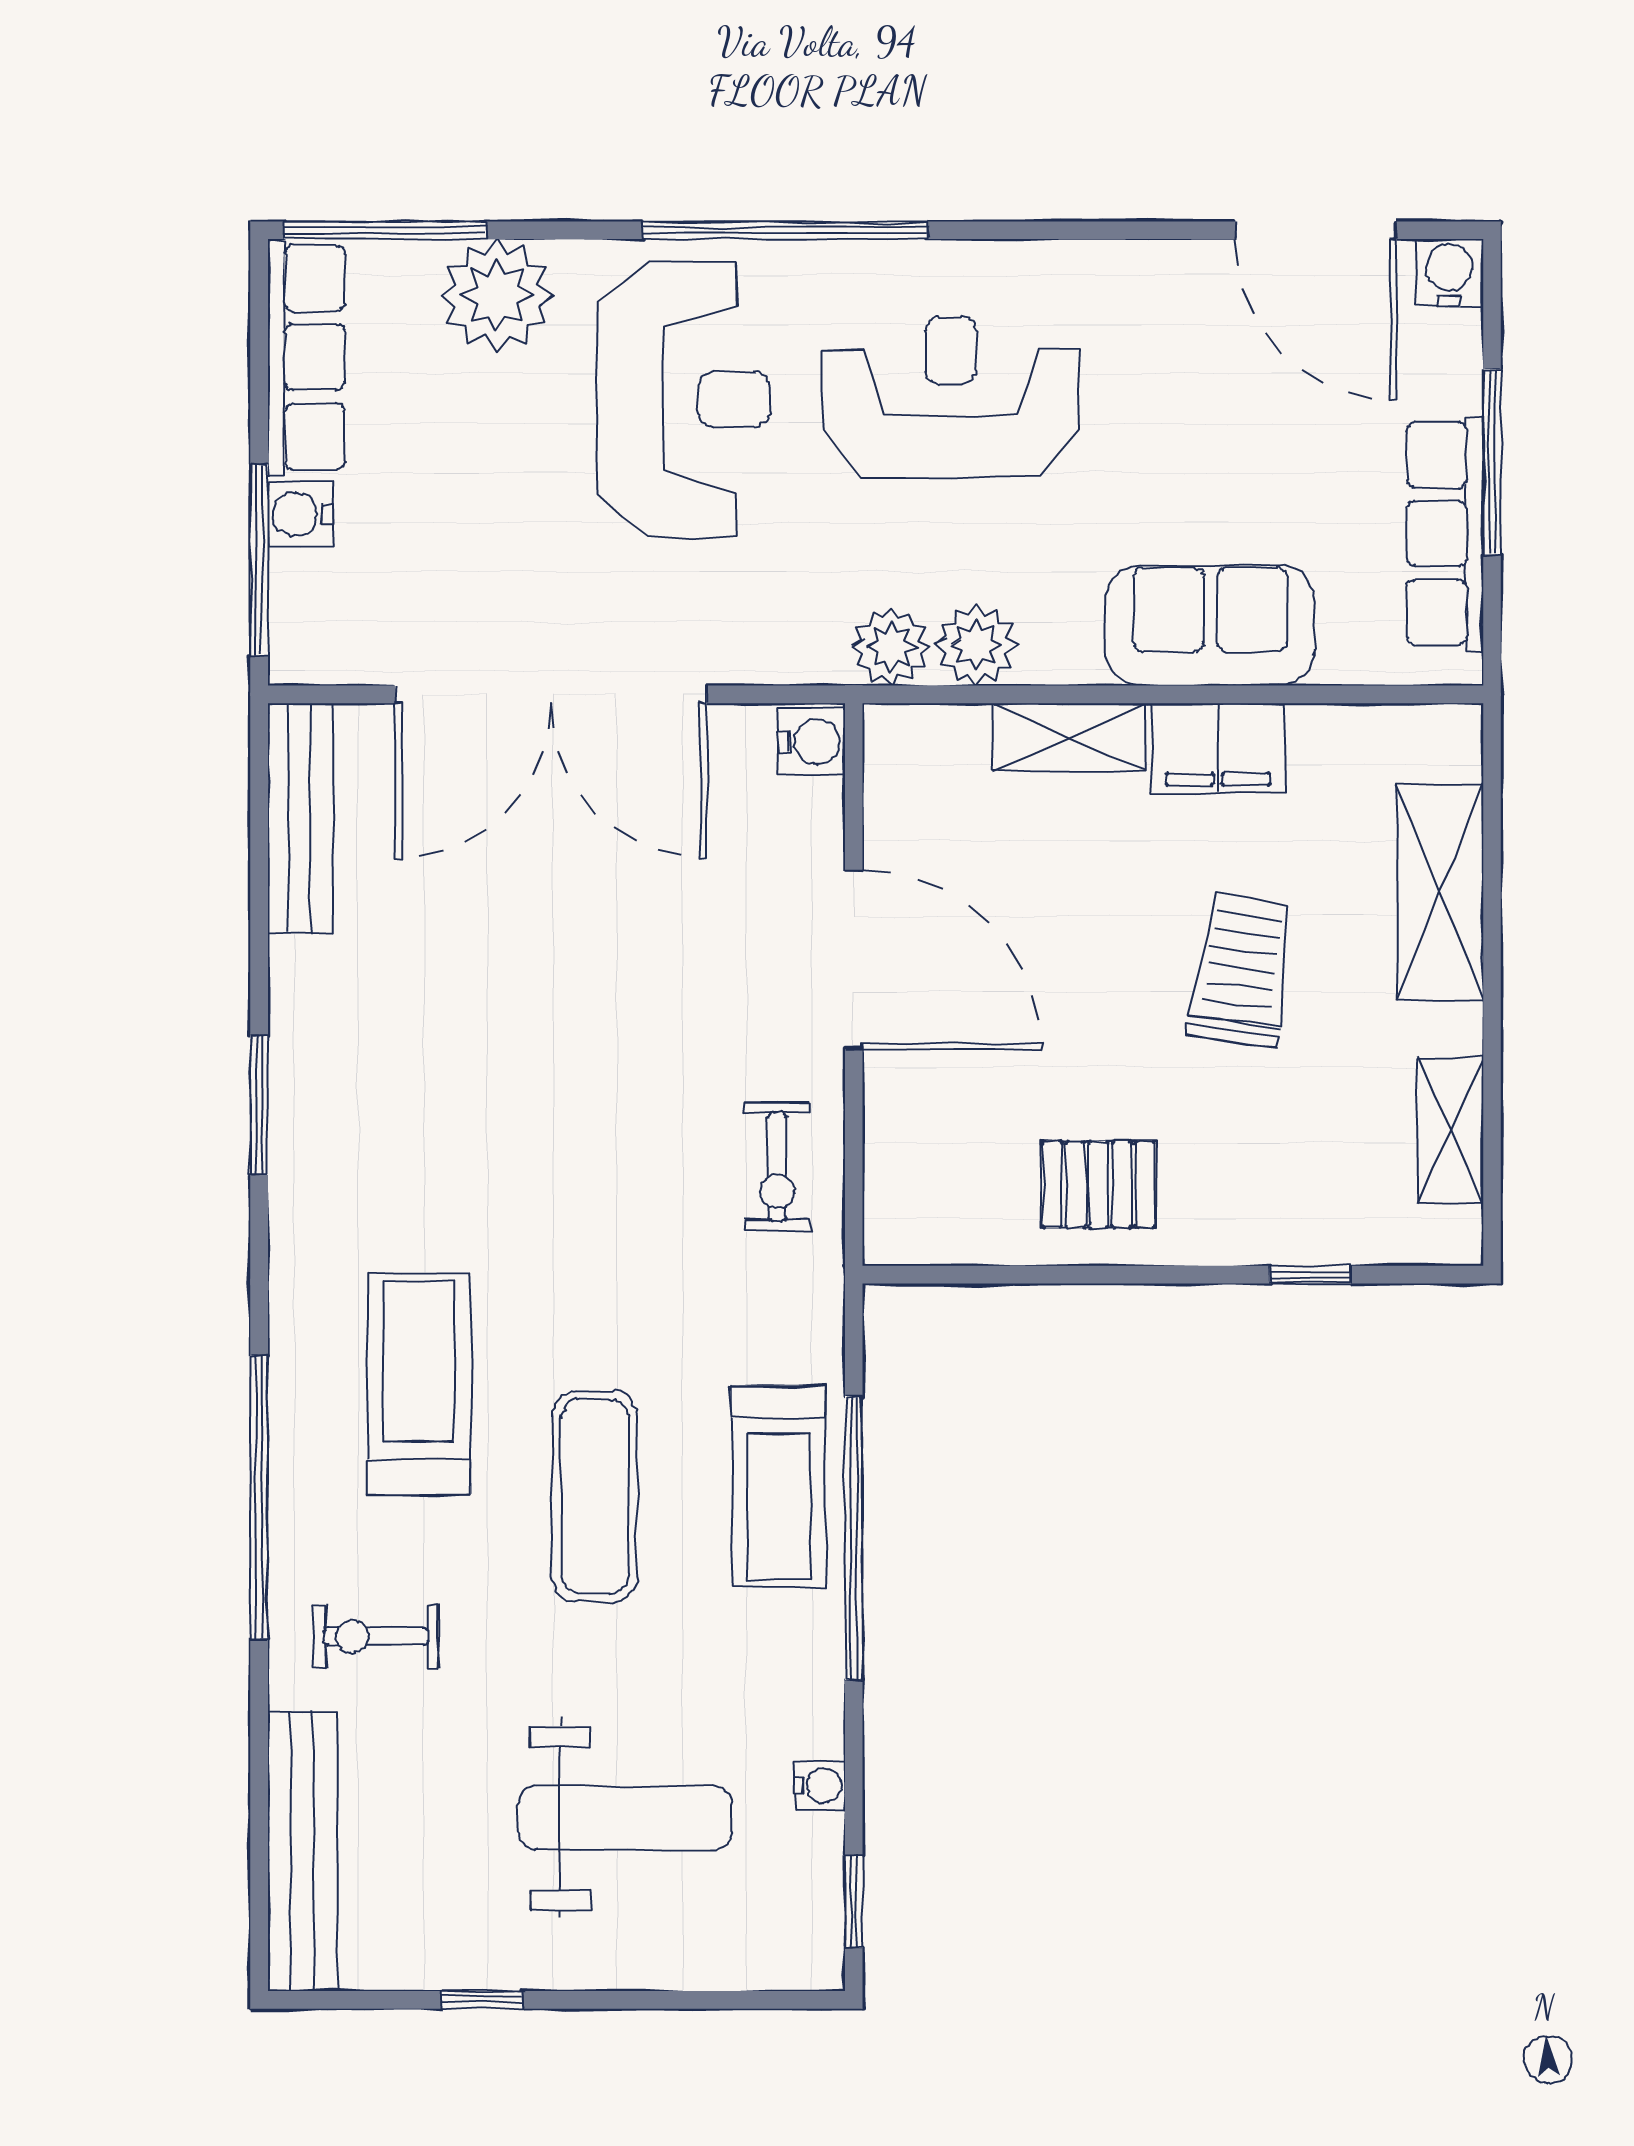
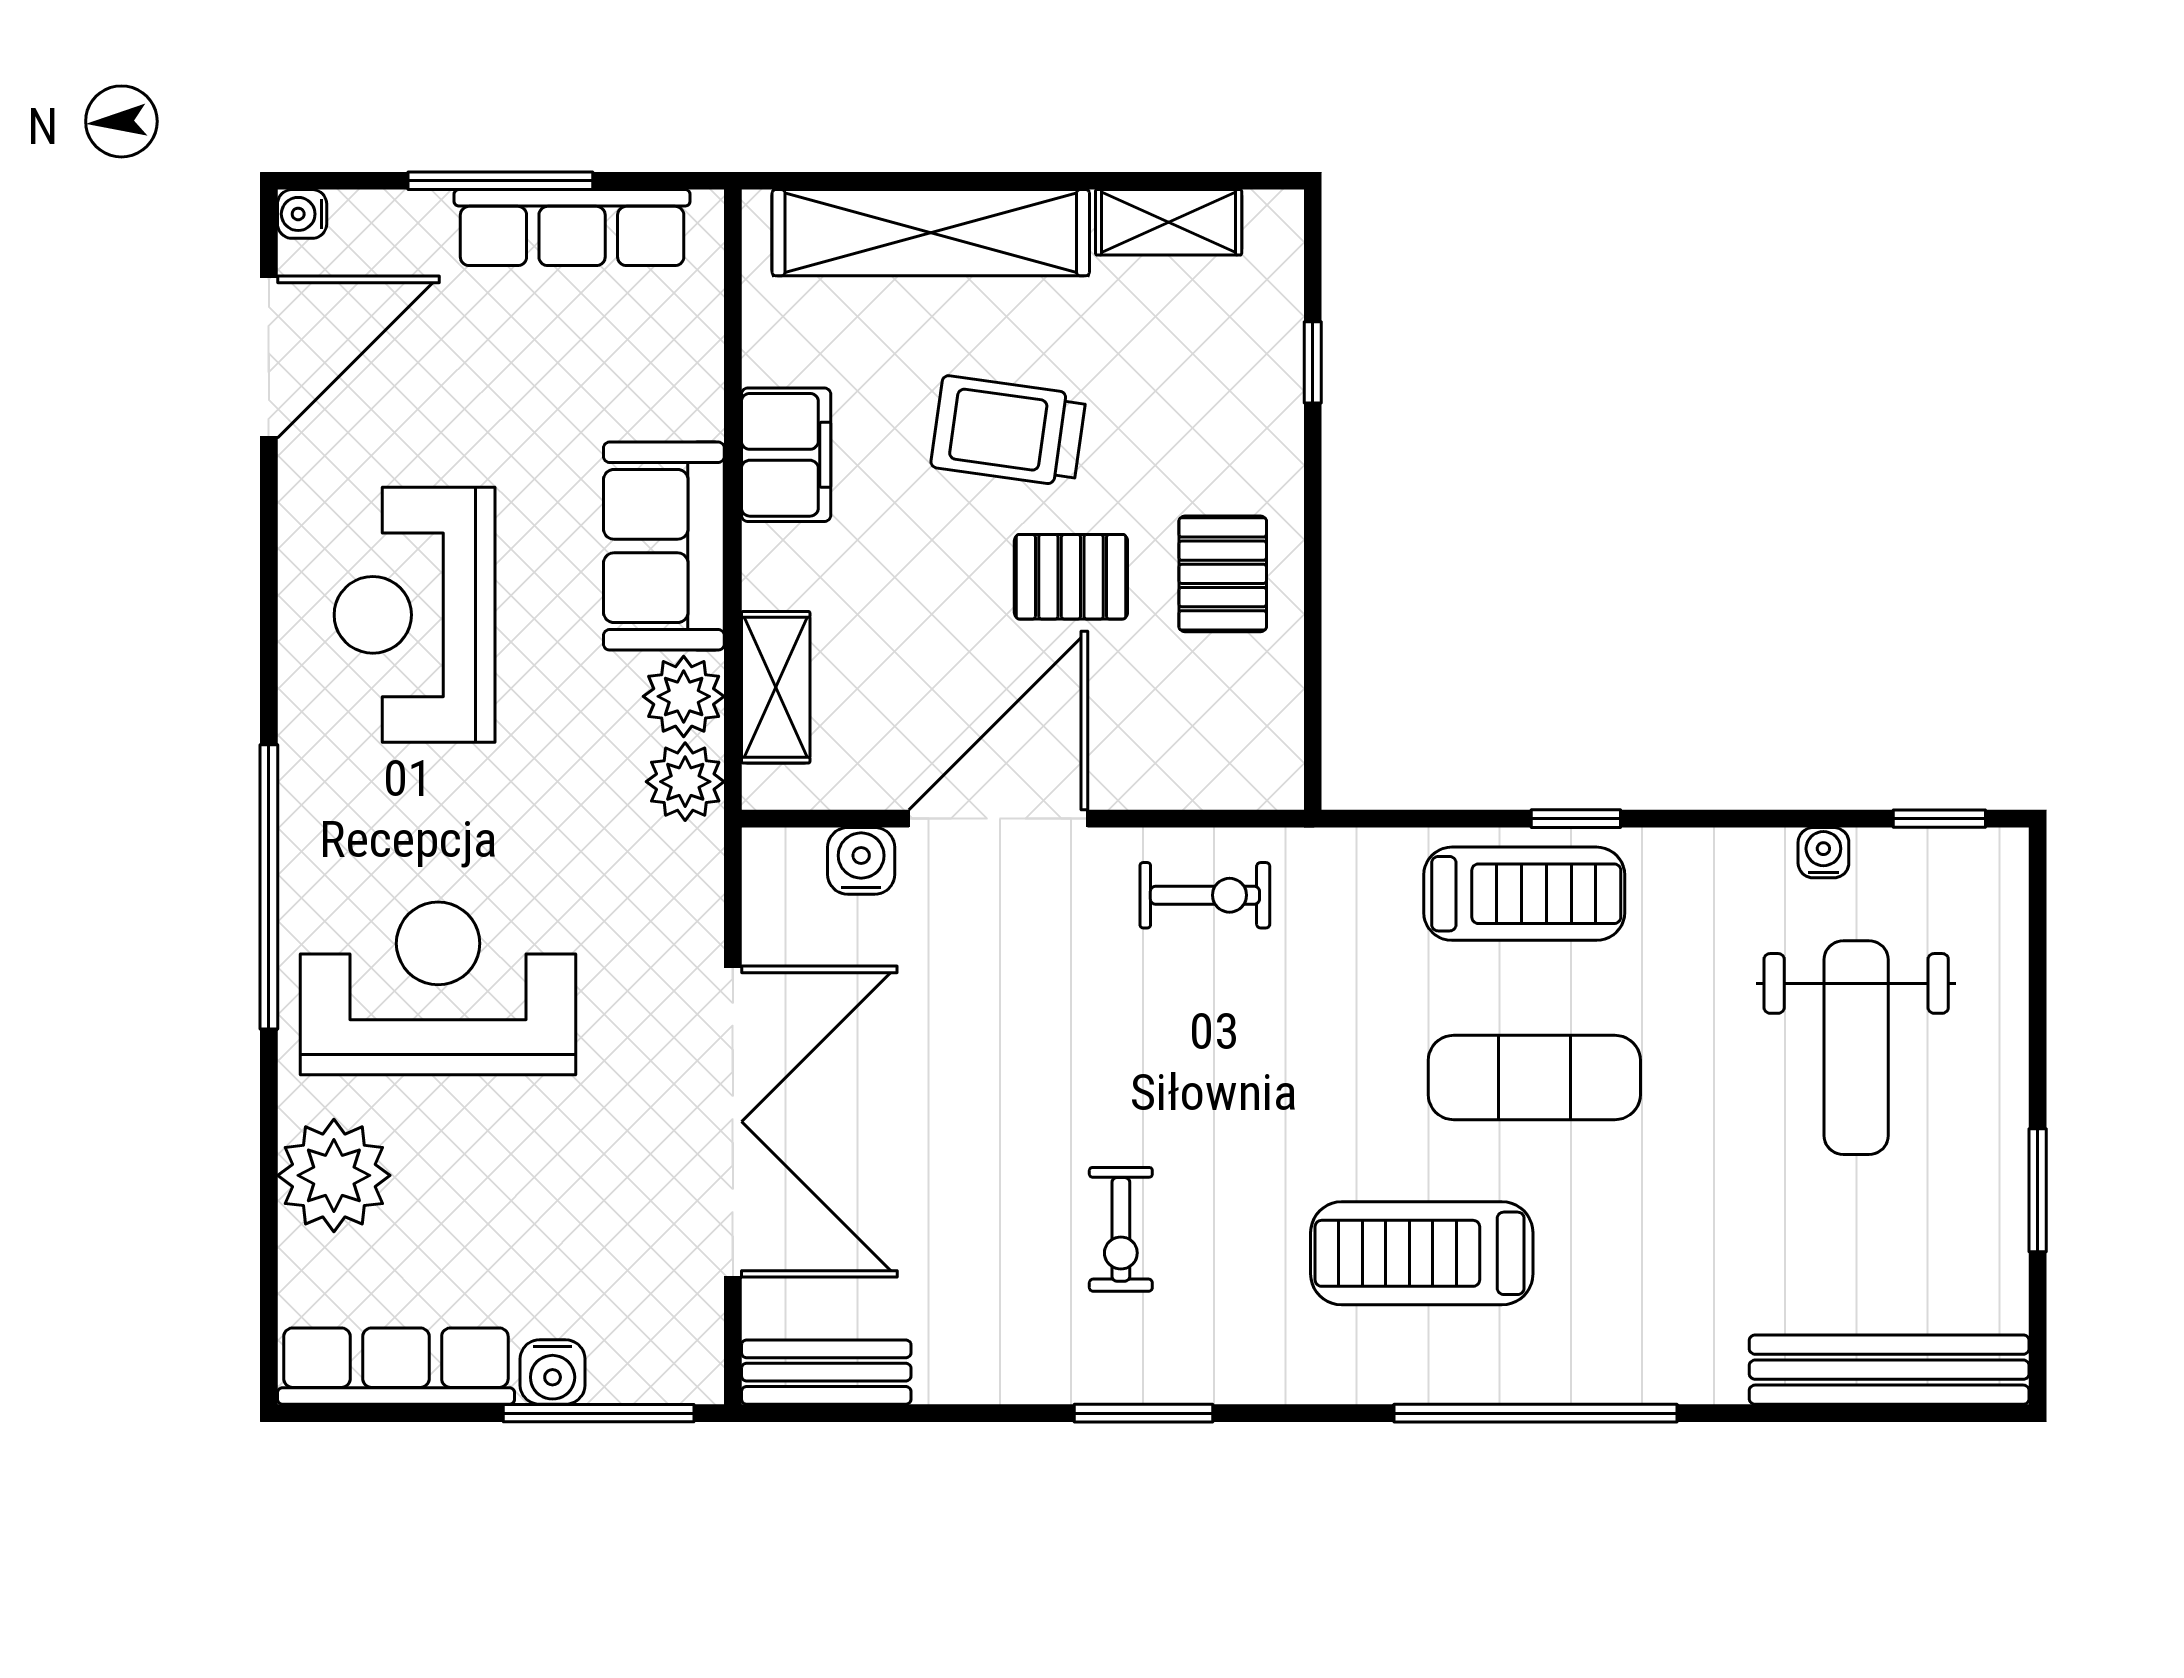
window: (385, 230) -> (269, 1287), removed
water cooler: (1449, 273) -> (302, 214), width x0.72, depth x0.72
reception desk: (951, 397) -> (415, 615), moved
sofa: (1210, 625) -> (664, 546), moved
shelving: (1069, 737) -> (776, 687), moved
water cooler: (812, 742) -> (861, 861), moved
bench: (300, 819) -> (826, 1372), width x0.73
shelving: (1440, 892) -> (931, 233), width x1.47
pallet: (1096, 1033) -> (1071, 577), added
window: (854, 1538) -> (1576, 819), width x0.32
exercise bike: (376, 1636) -> (1121, 1229), moved
weight bench: (625, 1818) -> (1856, 1048), turned 180
window: (482, 2000) -> (2038, 1190), width x1.50

